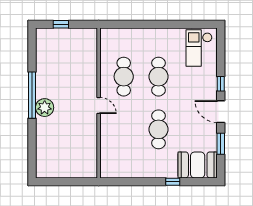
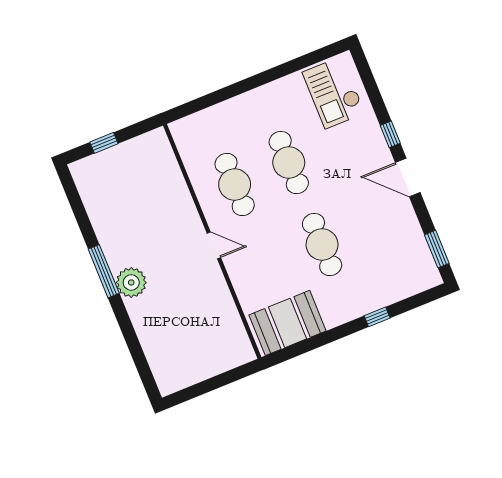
window: (32, 95) -> (104, 271), width x0.68
window: (221, 144) -> (437, 249), moved
booth: (198, 165) -> (287, 323), moved

